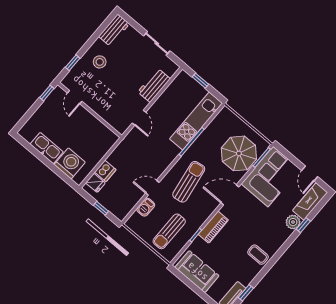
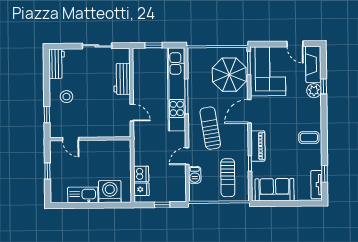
window: (47, 93) -> (47, 171), moved
kitchen unit: (196, 121) -> (176, 89), width x1.36

